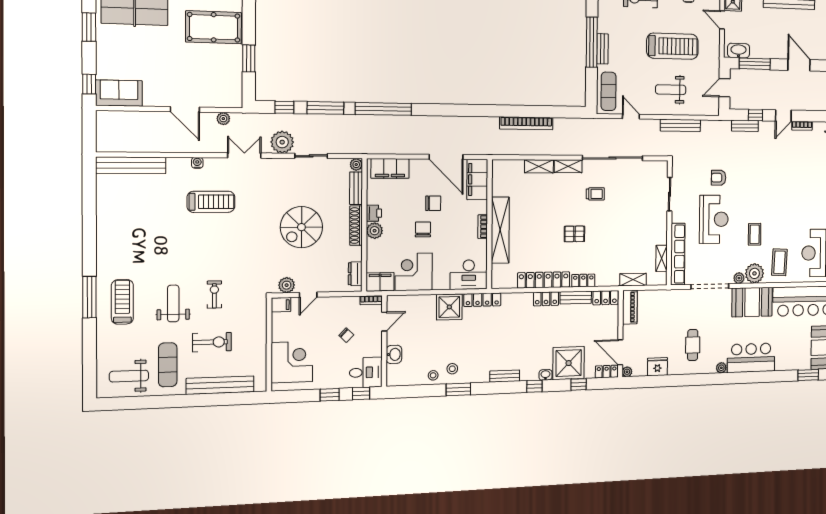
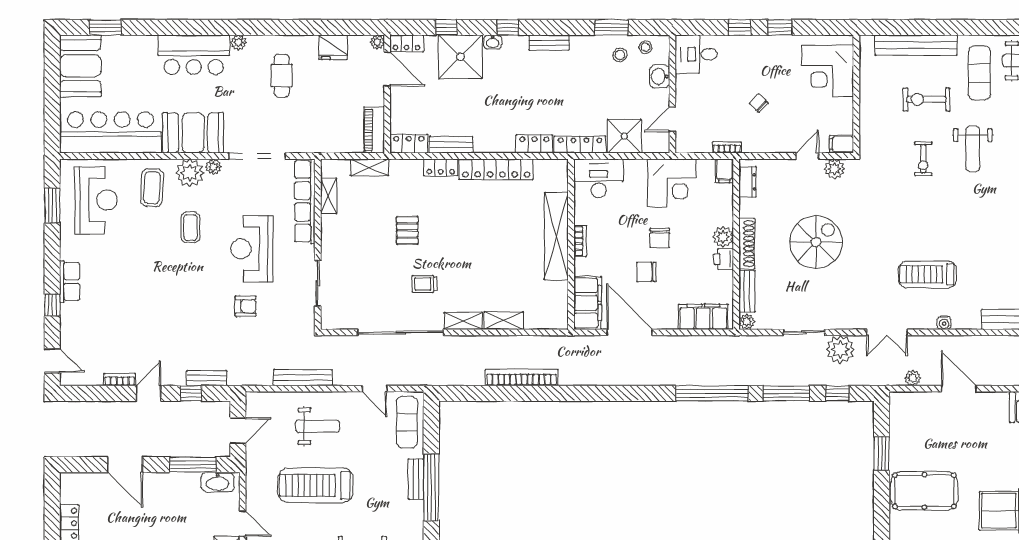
pallet: (574, 234) -> (407, 230), moved, turned 90
filing cabinet: (380, 282) -> (724, 171), width x0.50
locker: (546, 299) -> (534, 144), moved
door: (384, 322) -> (672, 119), moved
wall: (384, 341) -> (672, 94), moved
washbasin: (394, 354) -> (660, 76), moved
desk: (366, 372) -> (696, 54), moved

